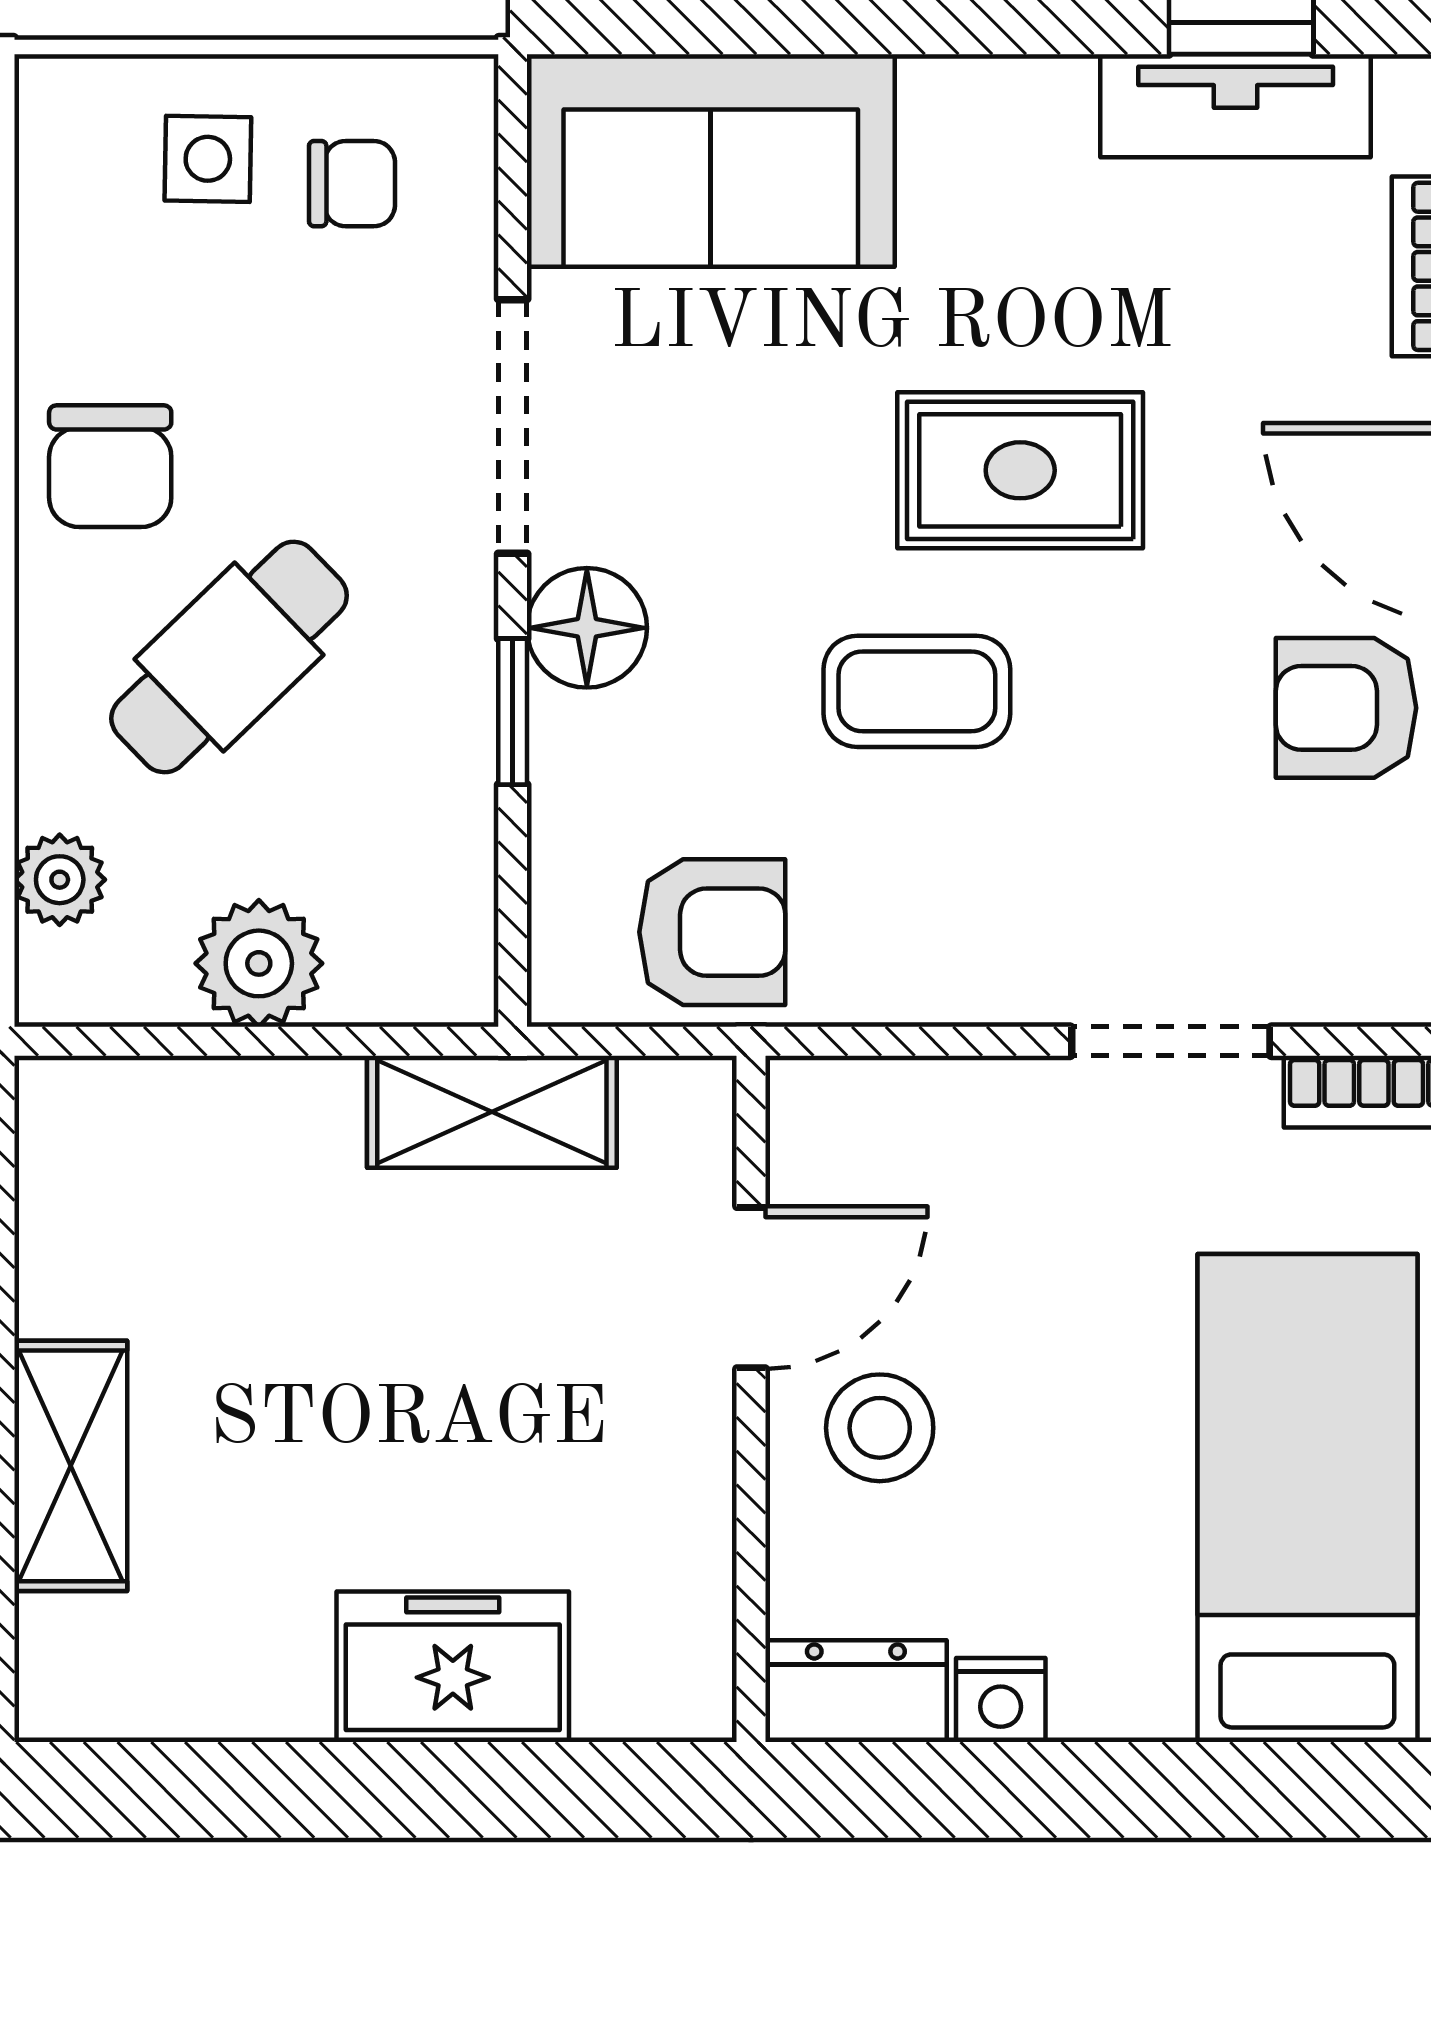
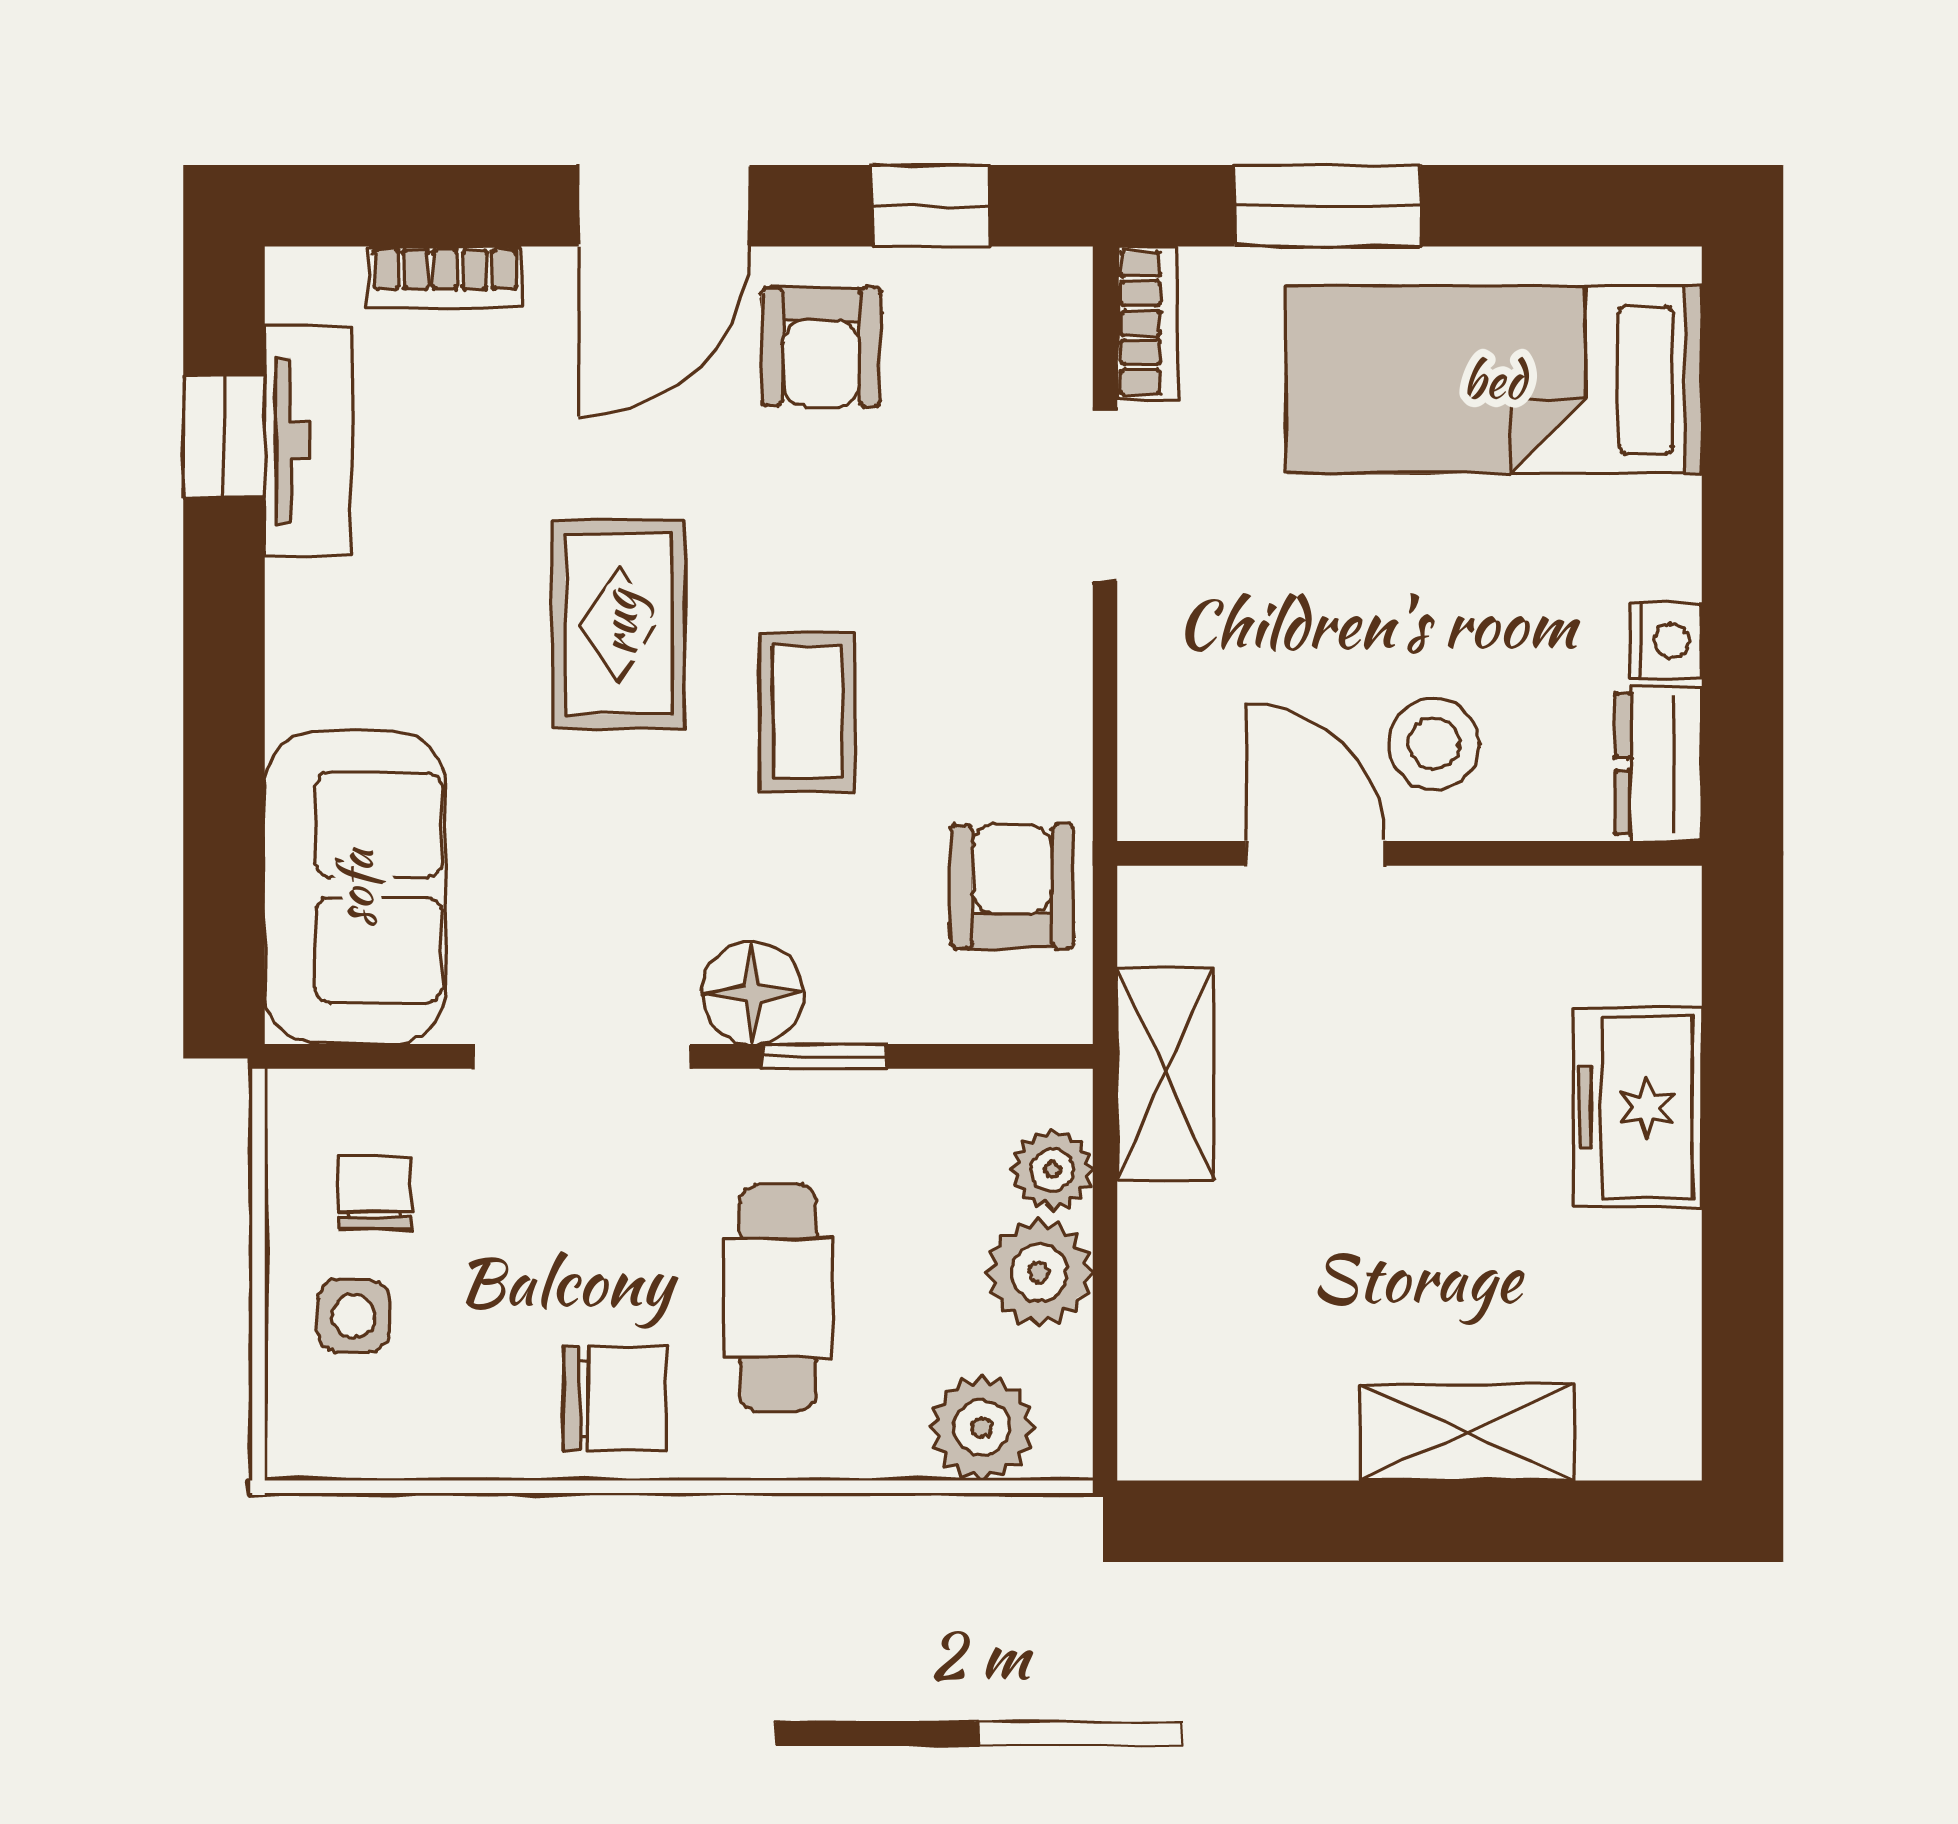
cafe table: (229, 657) -> (778, 1298), turned 44
plant: (60, 880) -> (982, 1428), width x1.38, depth x1.38
plant: (379, 979) -> (1052, 1170), added

